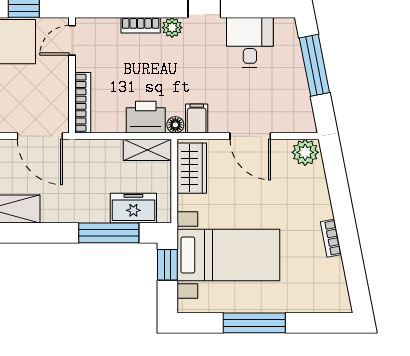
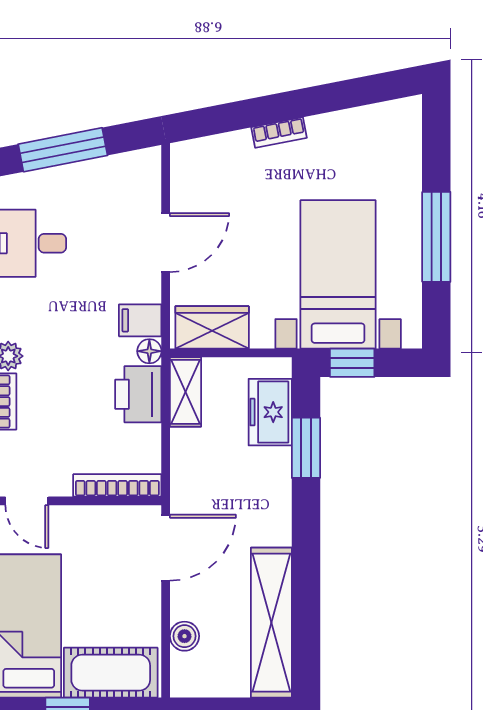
plant: (305, 152) -> (189, 163), removed
window: (109, 233) -> (306, 448), width x0.69
bookcase: (331, 238) -> (279, 133), moved

